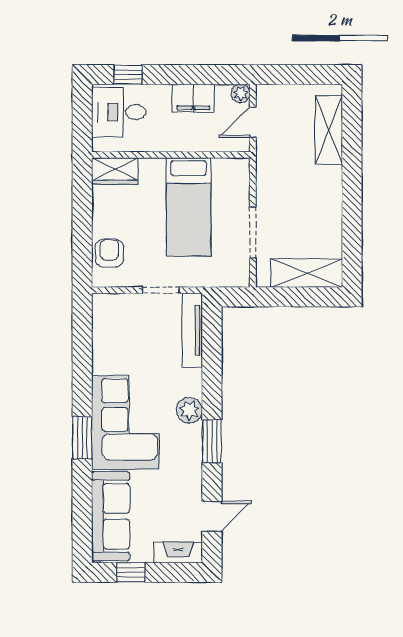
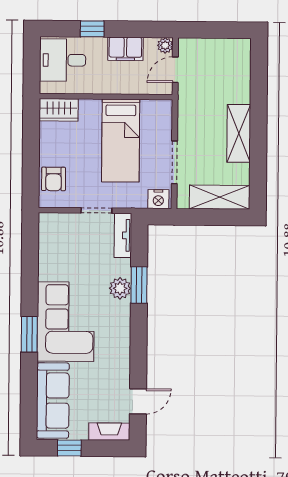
window: (128, 75) -> (92, 29), moved
shelving: (329, 130) -> (239, 133), moved
armchair: (109, 253) -> (54, 179), turned 180
nightstand: (234, 276) -> (158, 199), added
tv unit: (192, 330) -> (123, 235), width x0.71
plant: (189, 410) -> (120, 288), moved
window: (212, 441) -> (139, 285), moved

